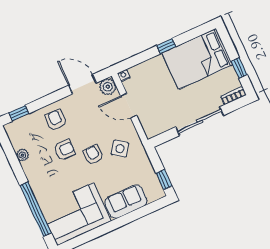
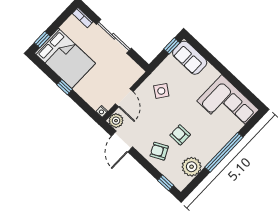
window: (239, 68) -> (42, 39), moved
armchair: (56, 120) -> (159, 151), turned 63
plant: (22, 155) -> (192, 167), width x1.88, depth x1.88
armchair: (93, 155) -> (175, 110), removed
sofa: (126, 202) -> (190, 58), moved
window: (36, 209) -> (224, 152), moved

